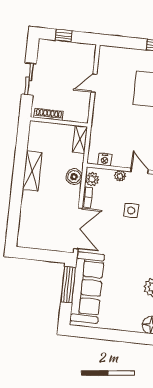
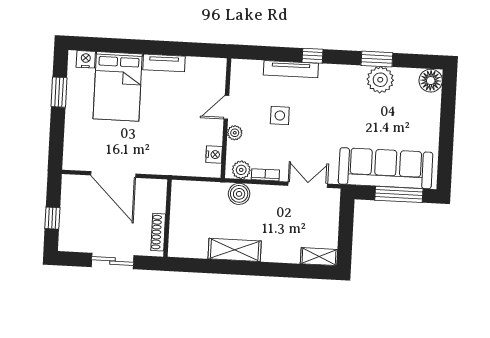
door: (94, 83) -> (113, 174), width x1.87
shelving: (80, 140) -> (319, 257), moved
double door: (78, 228) -> (308, 185), width x0.73
window: (68, 285) -> (399, 194), moved

